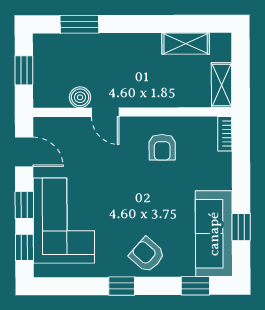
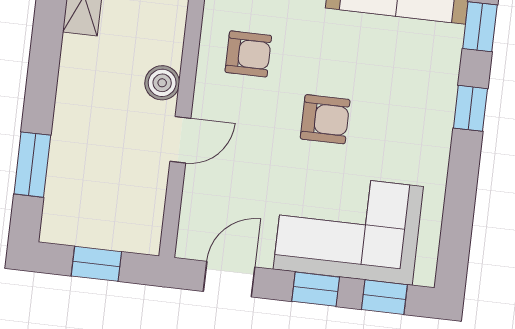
boiler: (80, 97) -> (162, 83), moved
armchair: (147, 255) -> (325, 119), moved, turned -132
window: (122, 286) -> (470, 108), moved

